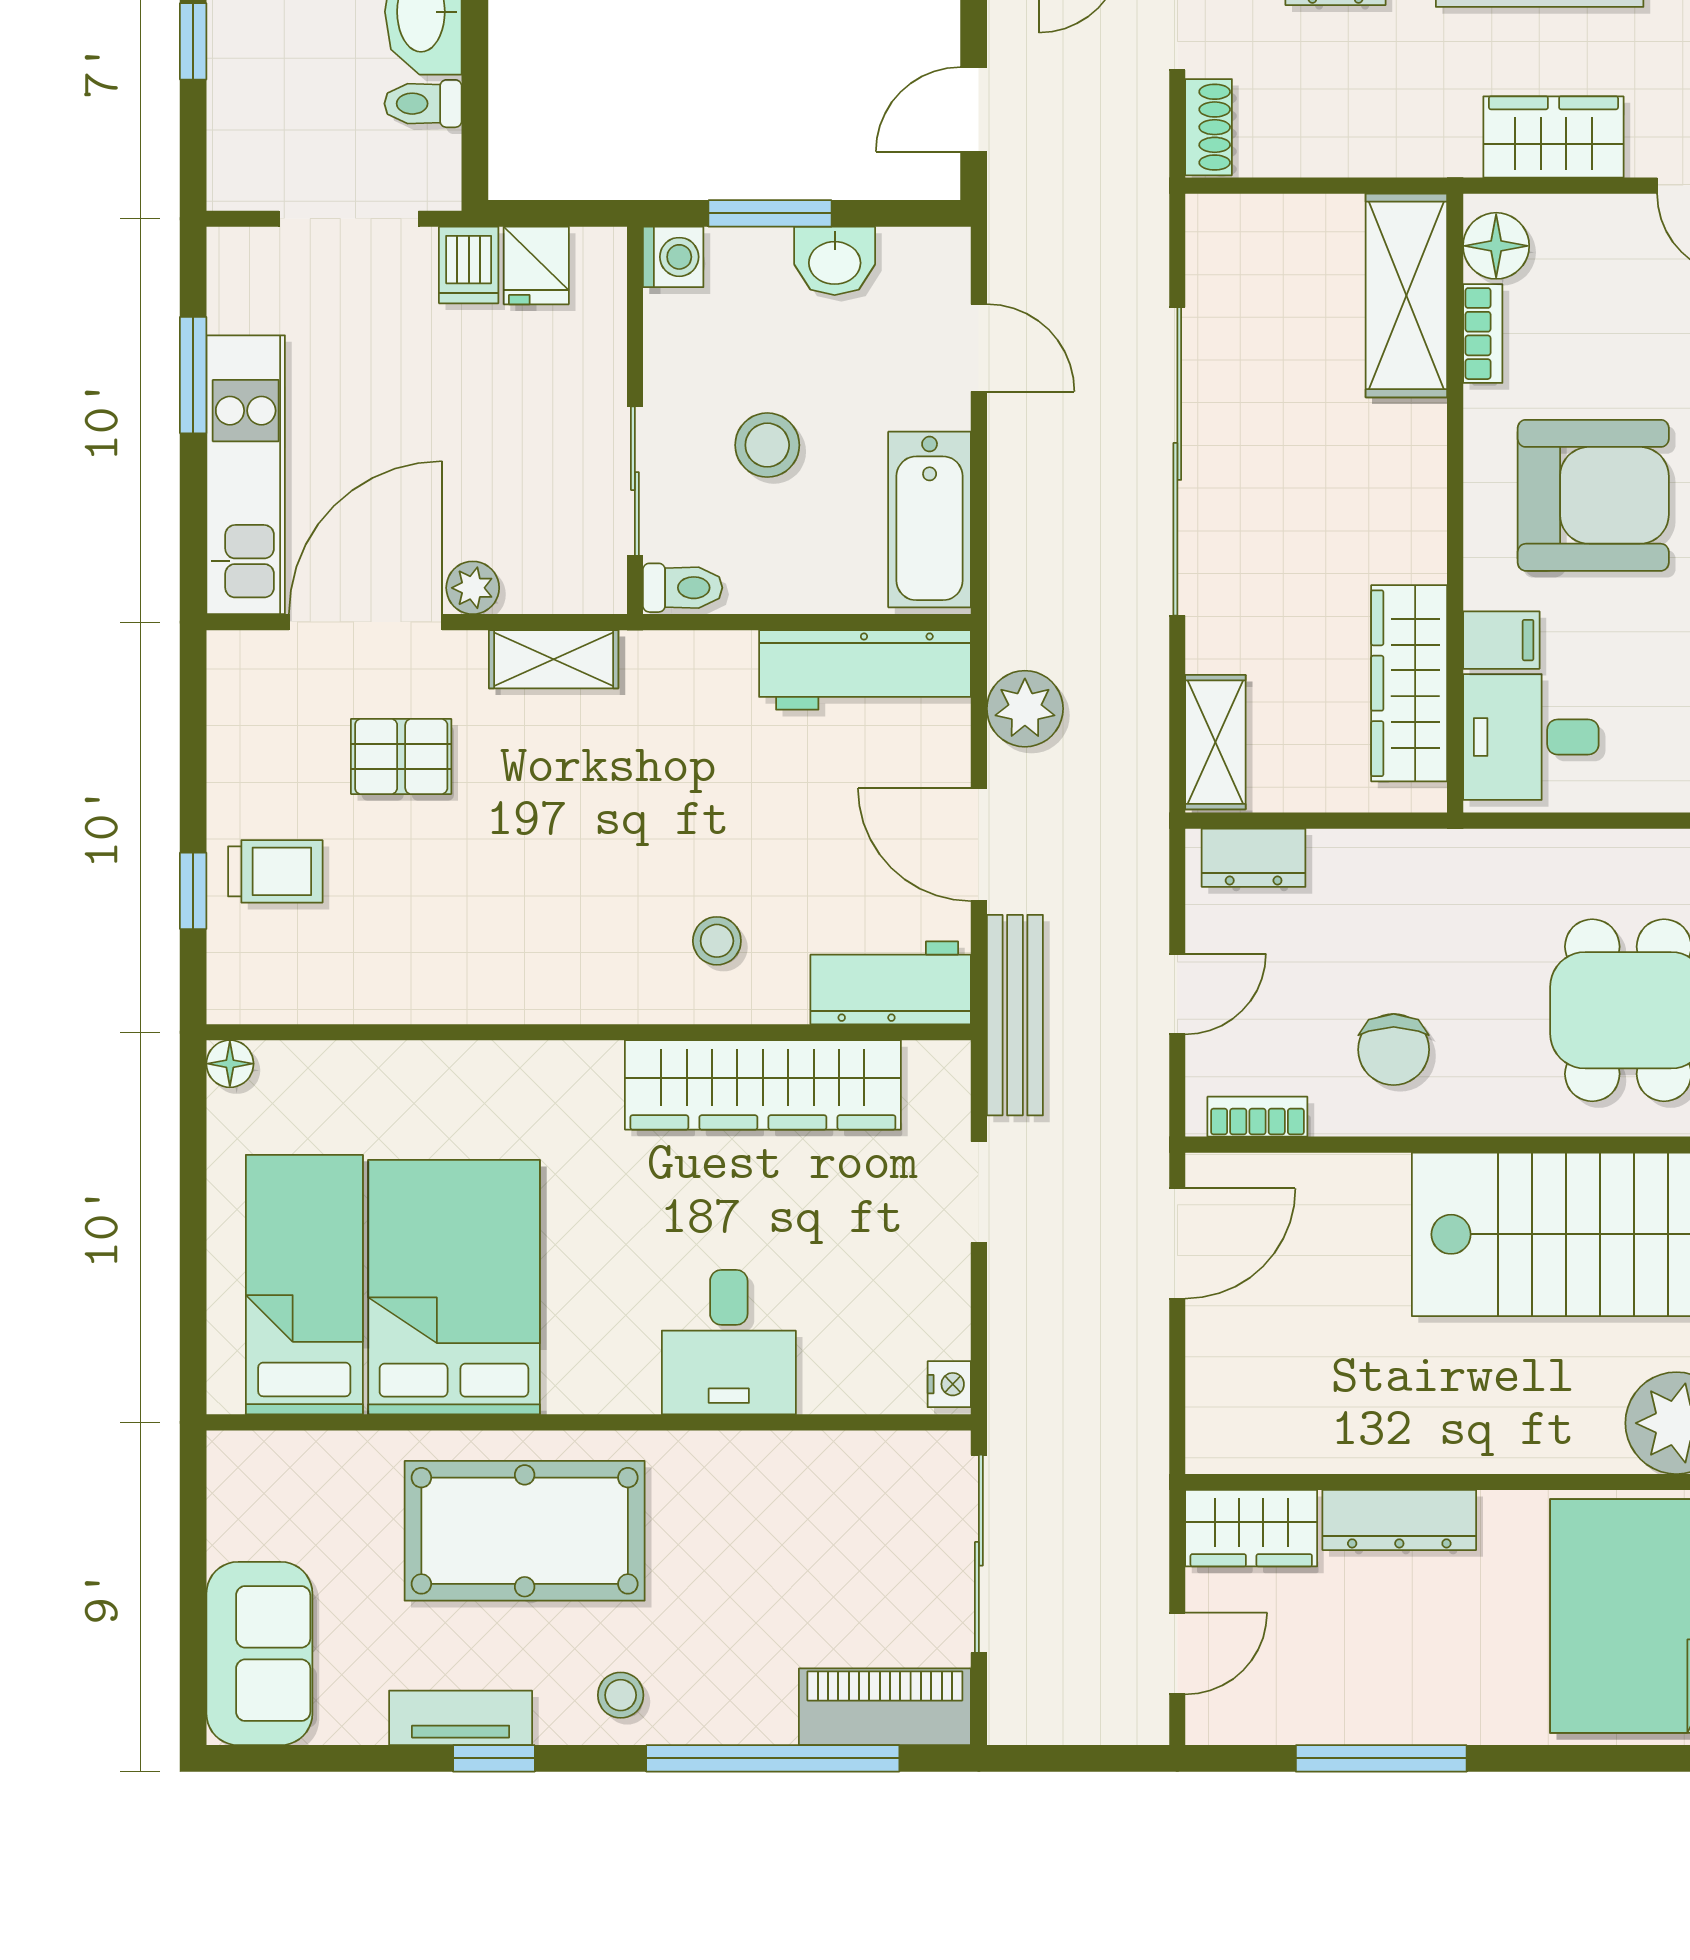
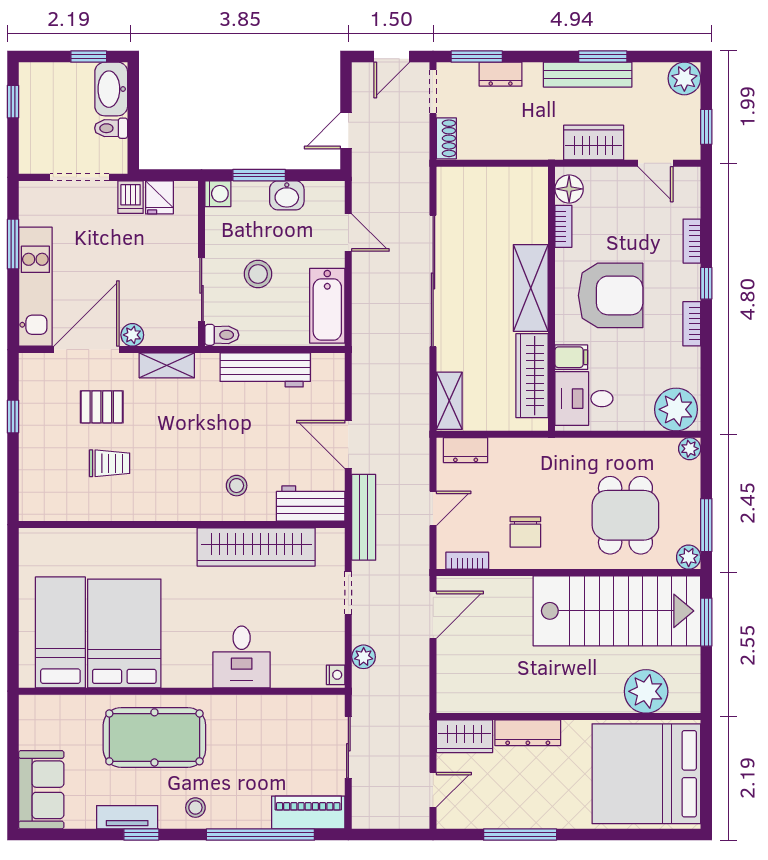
shelving: (1406, 295) -> (531, 288), moved
workbench: (865, 670) -> (265, 370), moved
plant: (1025, 709) -> (364, 657), moved, width x0.73, depth x0.73
trolley: (275, 871) -> (110, 463), moved
window: (193, 891) -> (13, 417), moved
floor lamp: (230, 1064) -> (29, 538), removed
sliding door: (979, 1554) -> (348, 747), width x0.73

